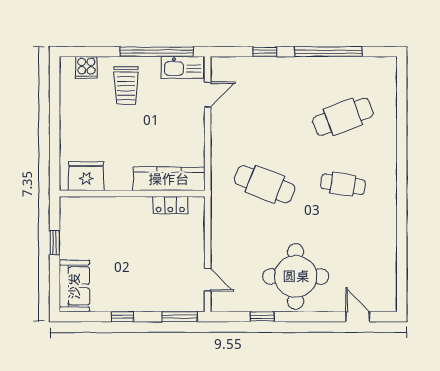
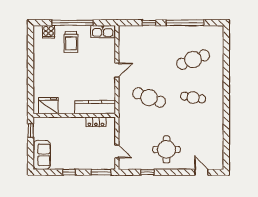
window: (157, 52) -> (73, 23), moved
door: (208, 94) -> (117, 70), moved
fridge: (86, 176) -> (48, 106), moved
kitchen counter: (169, 179) -> (95, 107), moved
wall: (132, 193) -> (74, 115), moved
locker: (170, 205) -> (96, 122), moved
round table: (296, 276) -> (166, 149), width x0.73, depth x0.73

